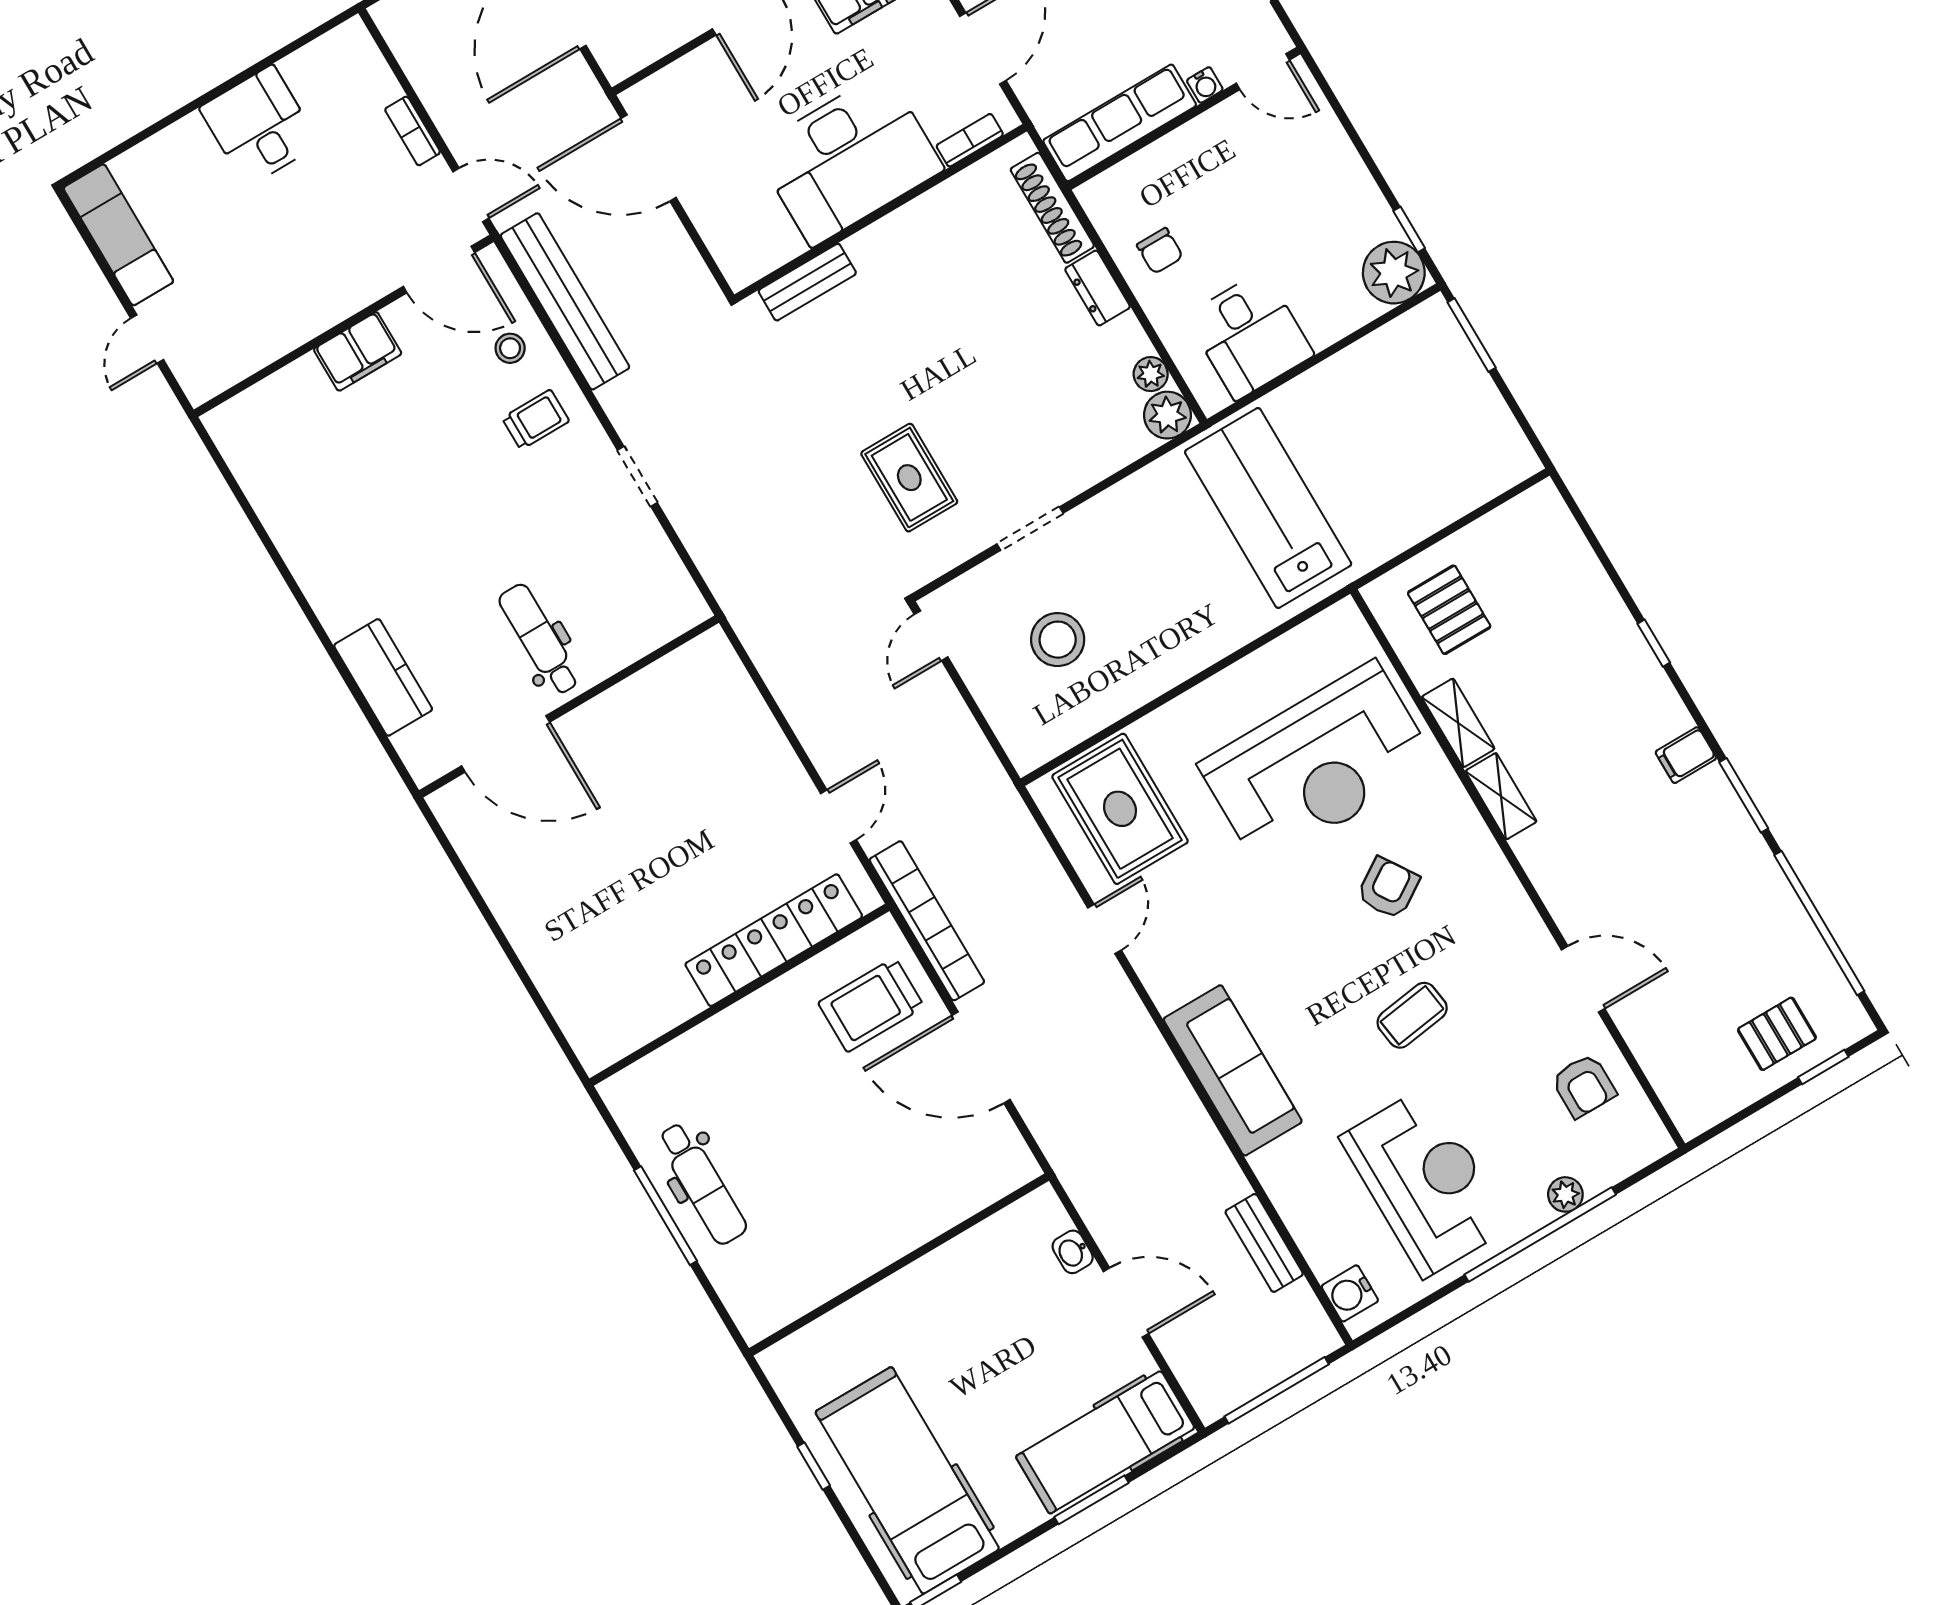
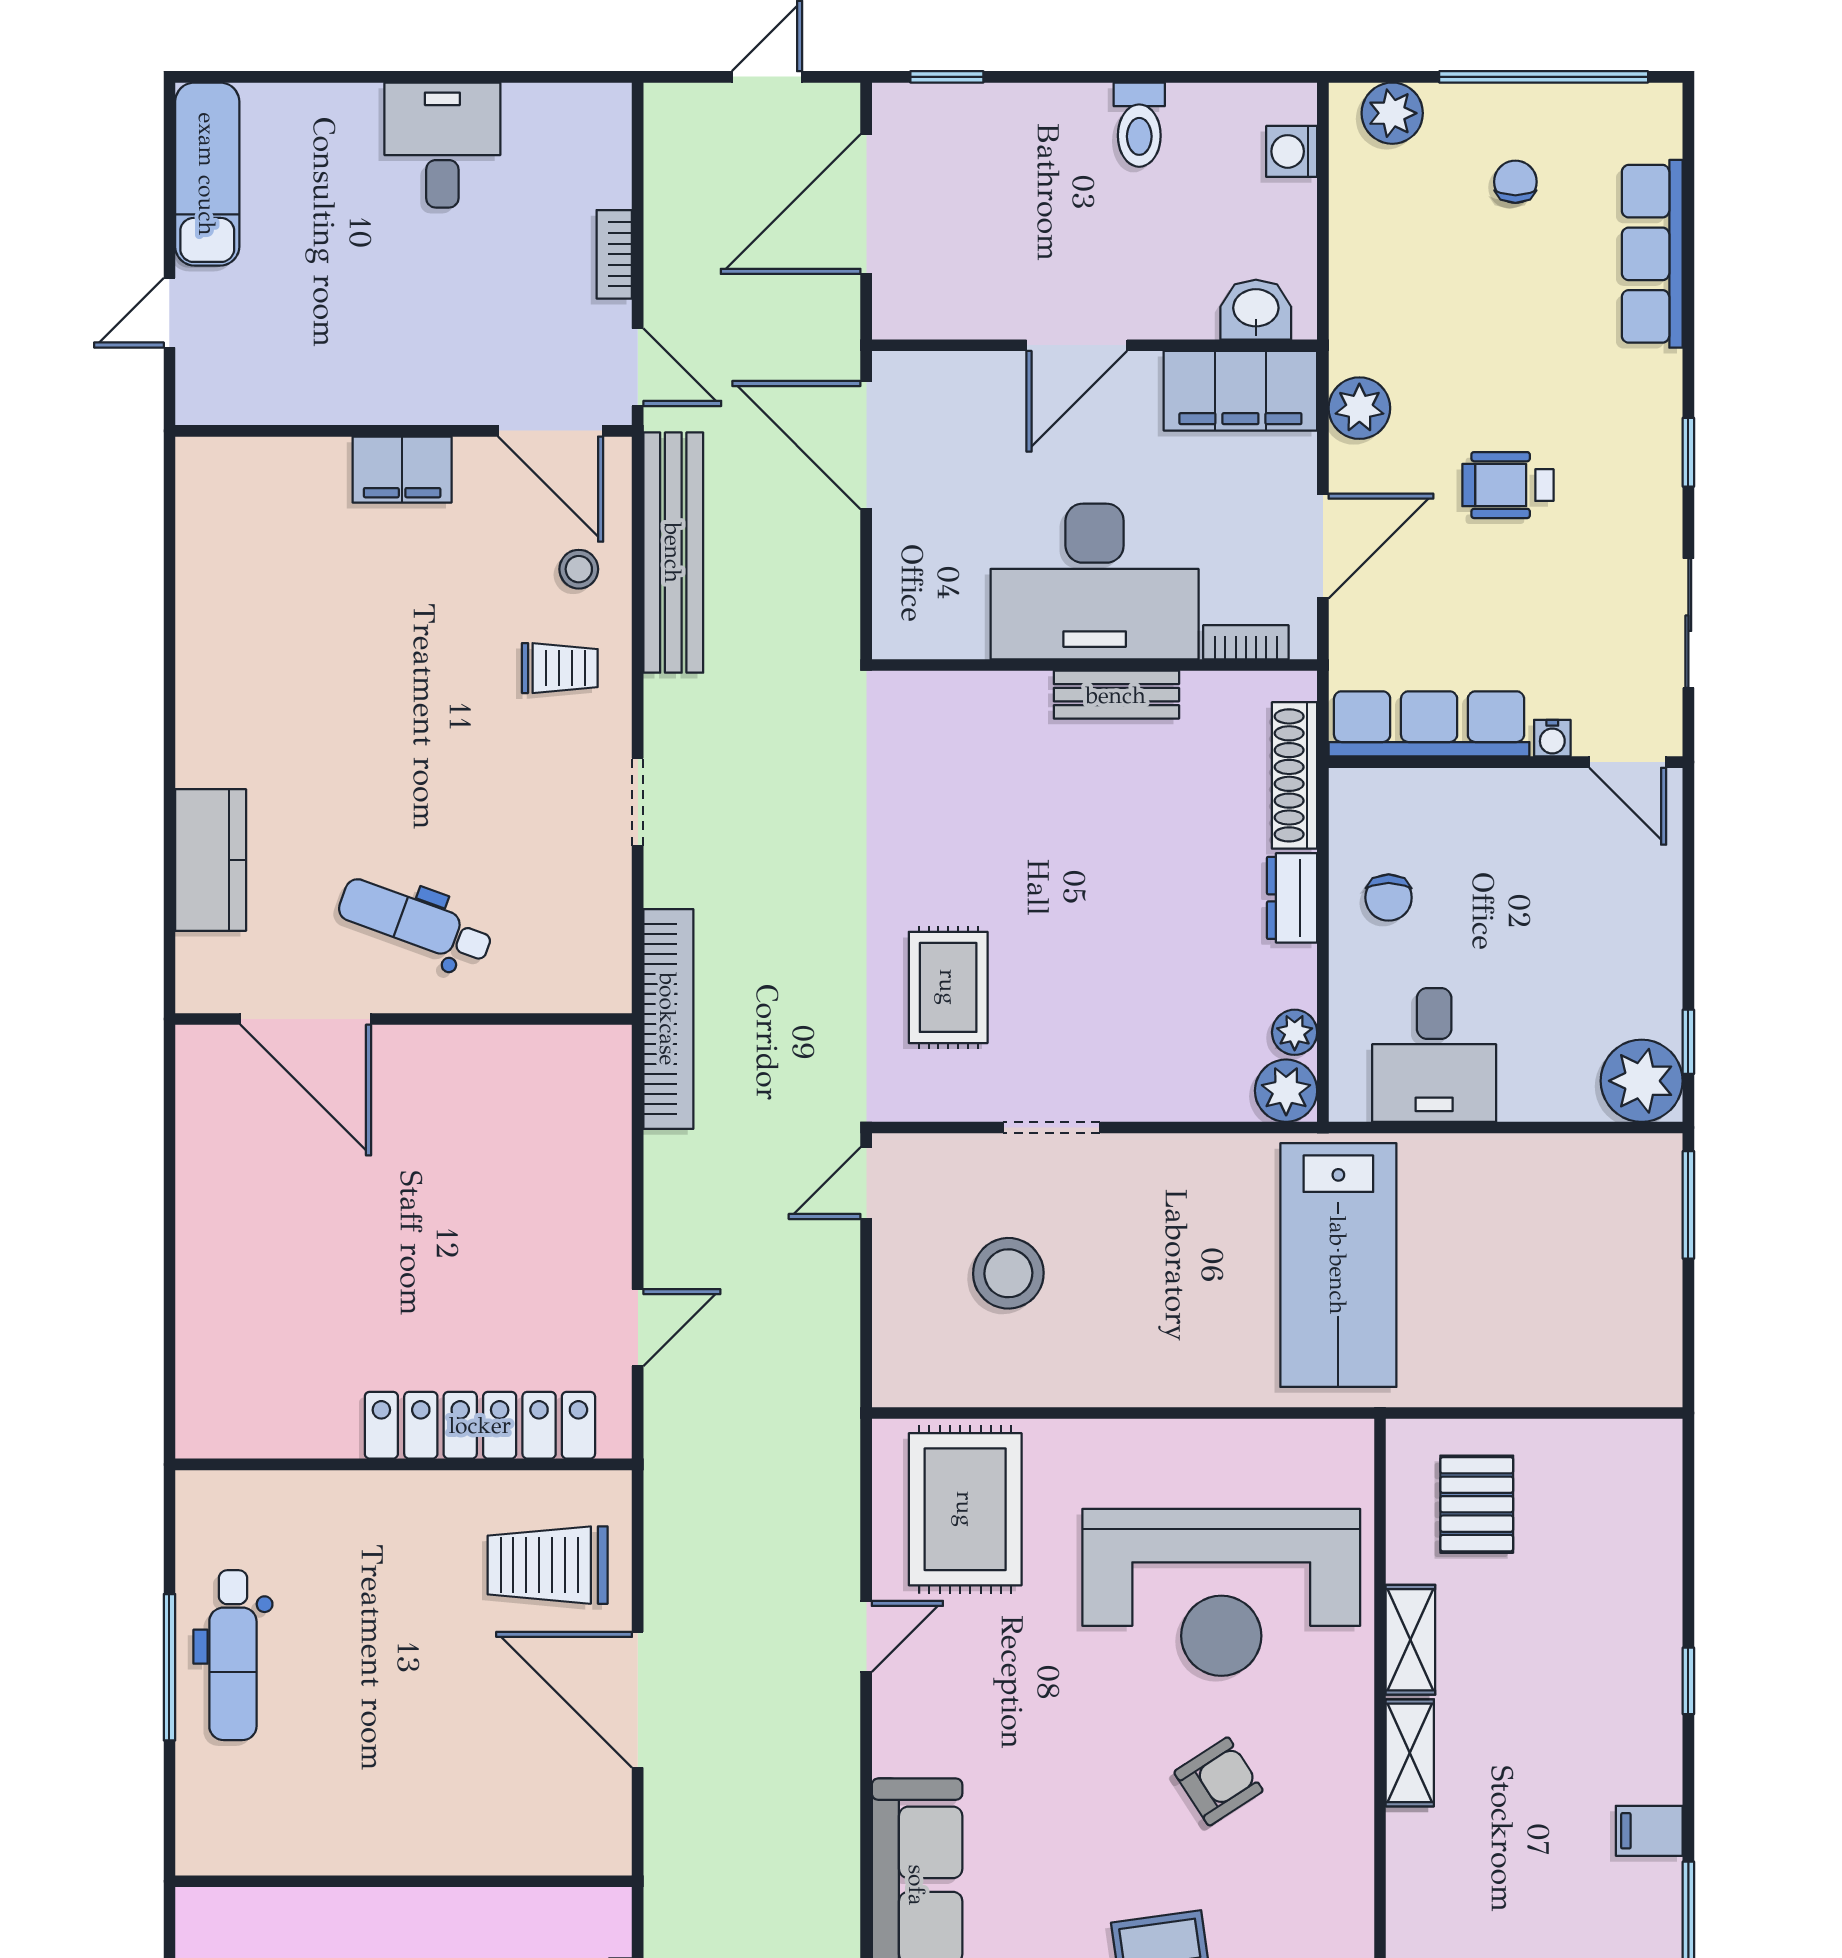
bench: (807, 282) -> (1116, 695), moved
lab bench: (1268, 508) -> (1338, 1265), turned 180
dental chair: (539, 639) -> (415, 922), turned -70
bookcase: (927, 921) -> (668, 1019), moved

